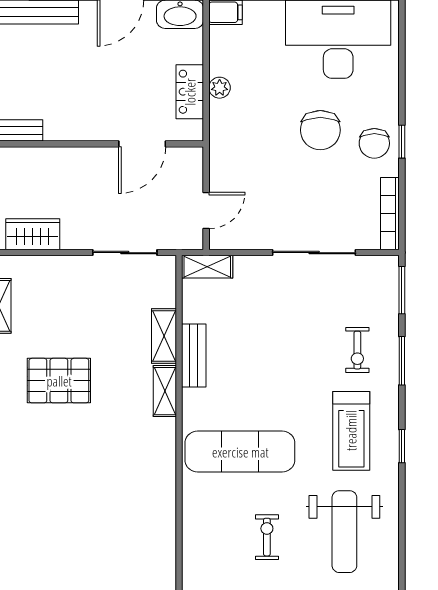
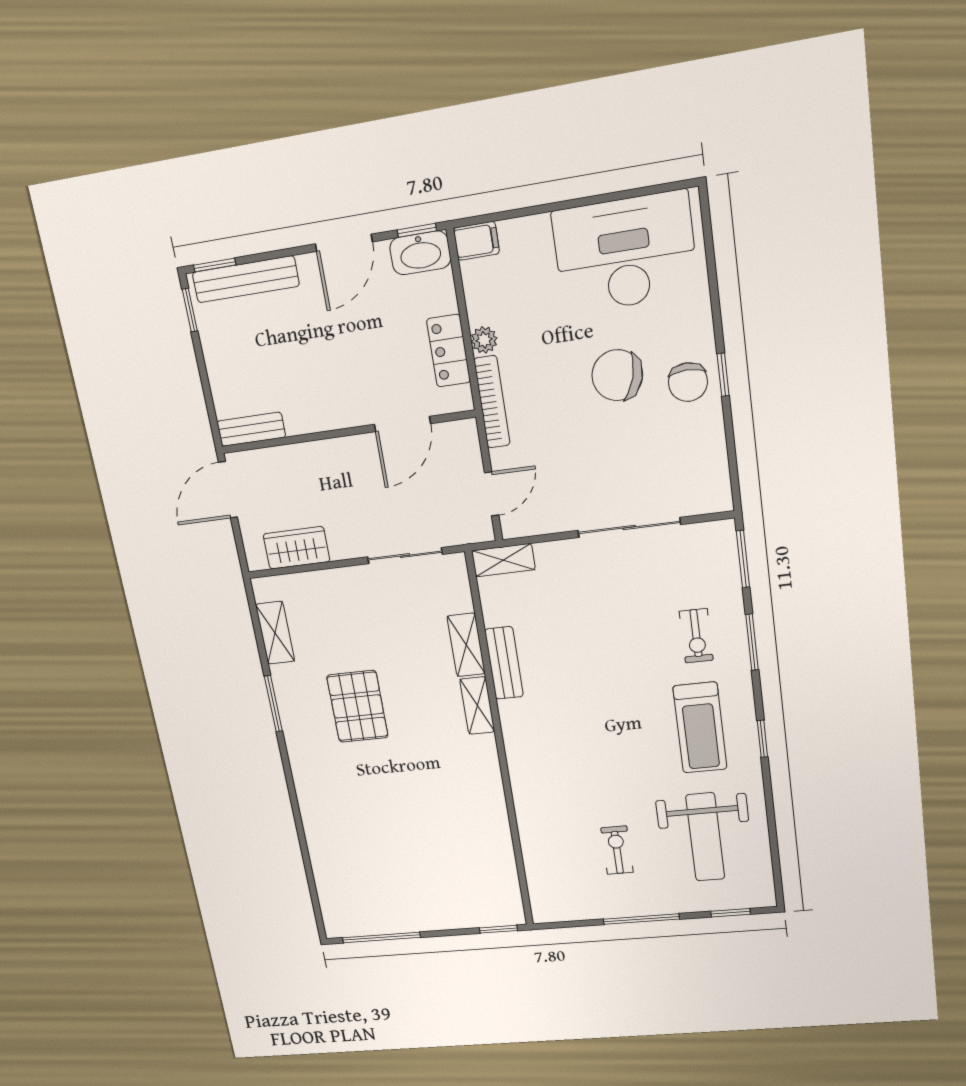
chair: (320, 130) -> (617, 375), turned 106
bookcase: (390, 214) -> (492, 402), moved, turned 180
pallet: (59, 381) -> (357, 706), turned 90
exercise mat: (240, 452) -> (573, 763), removed

